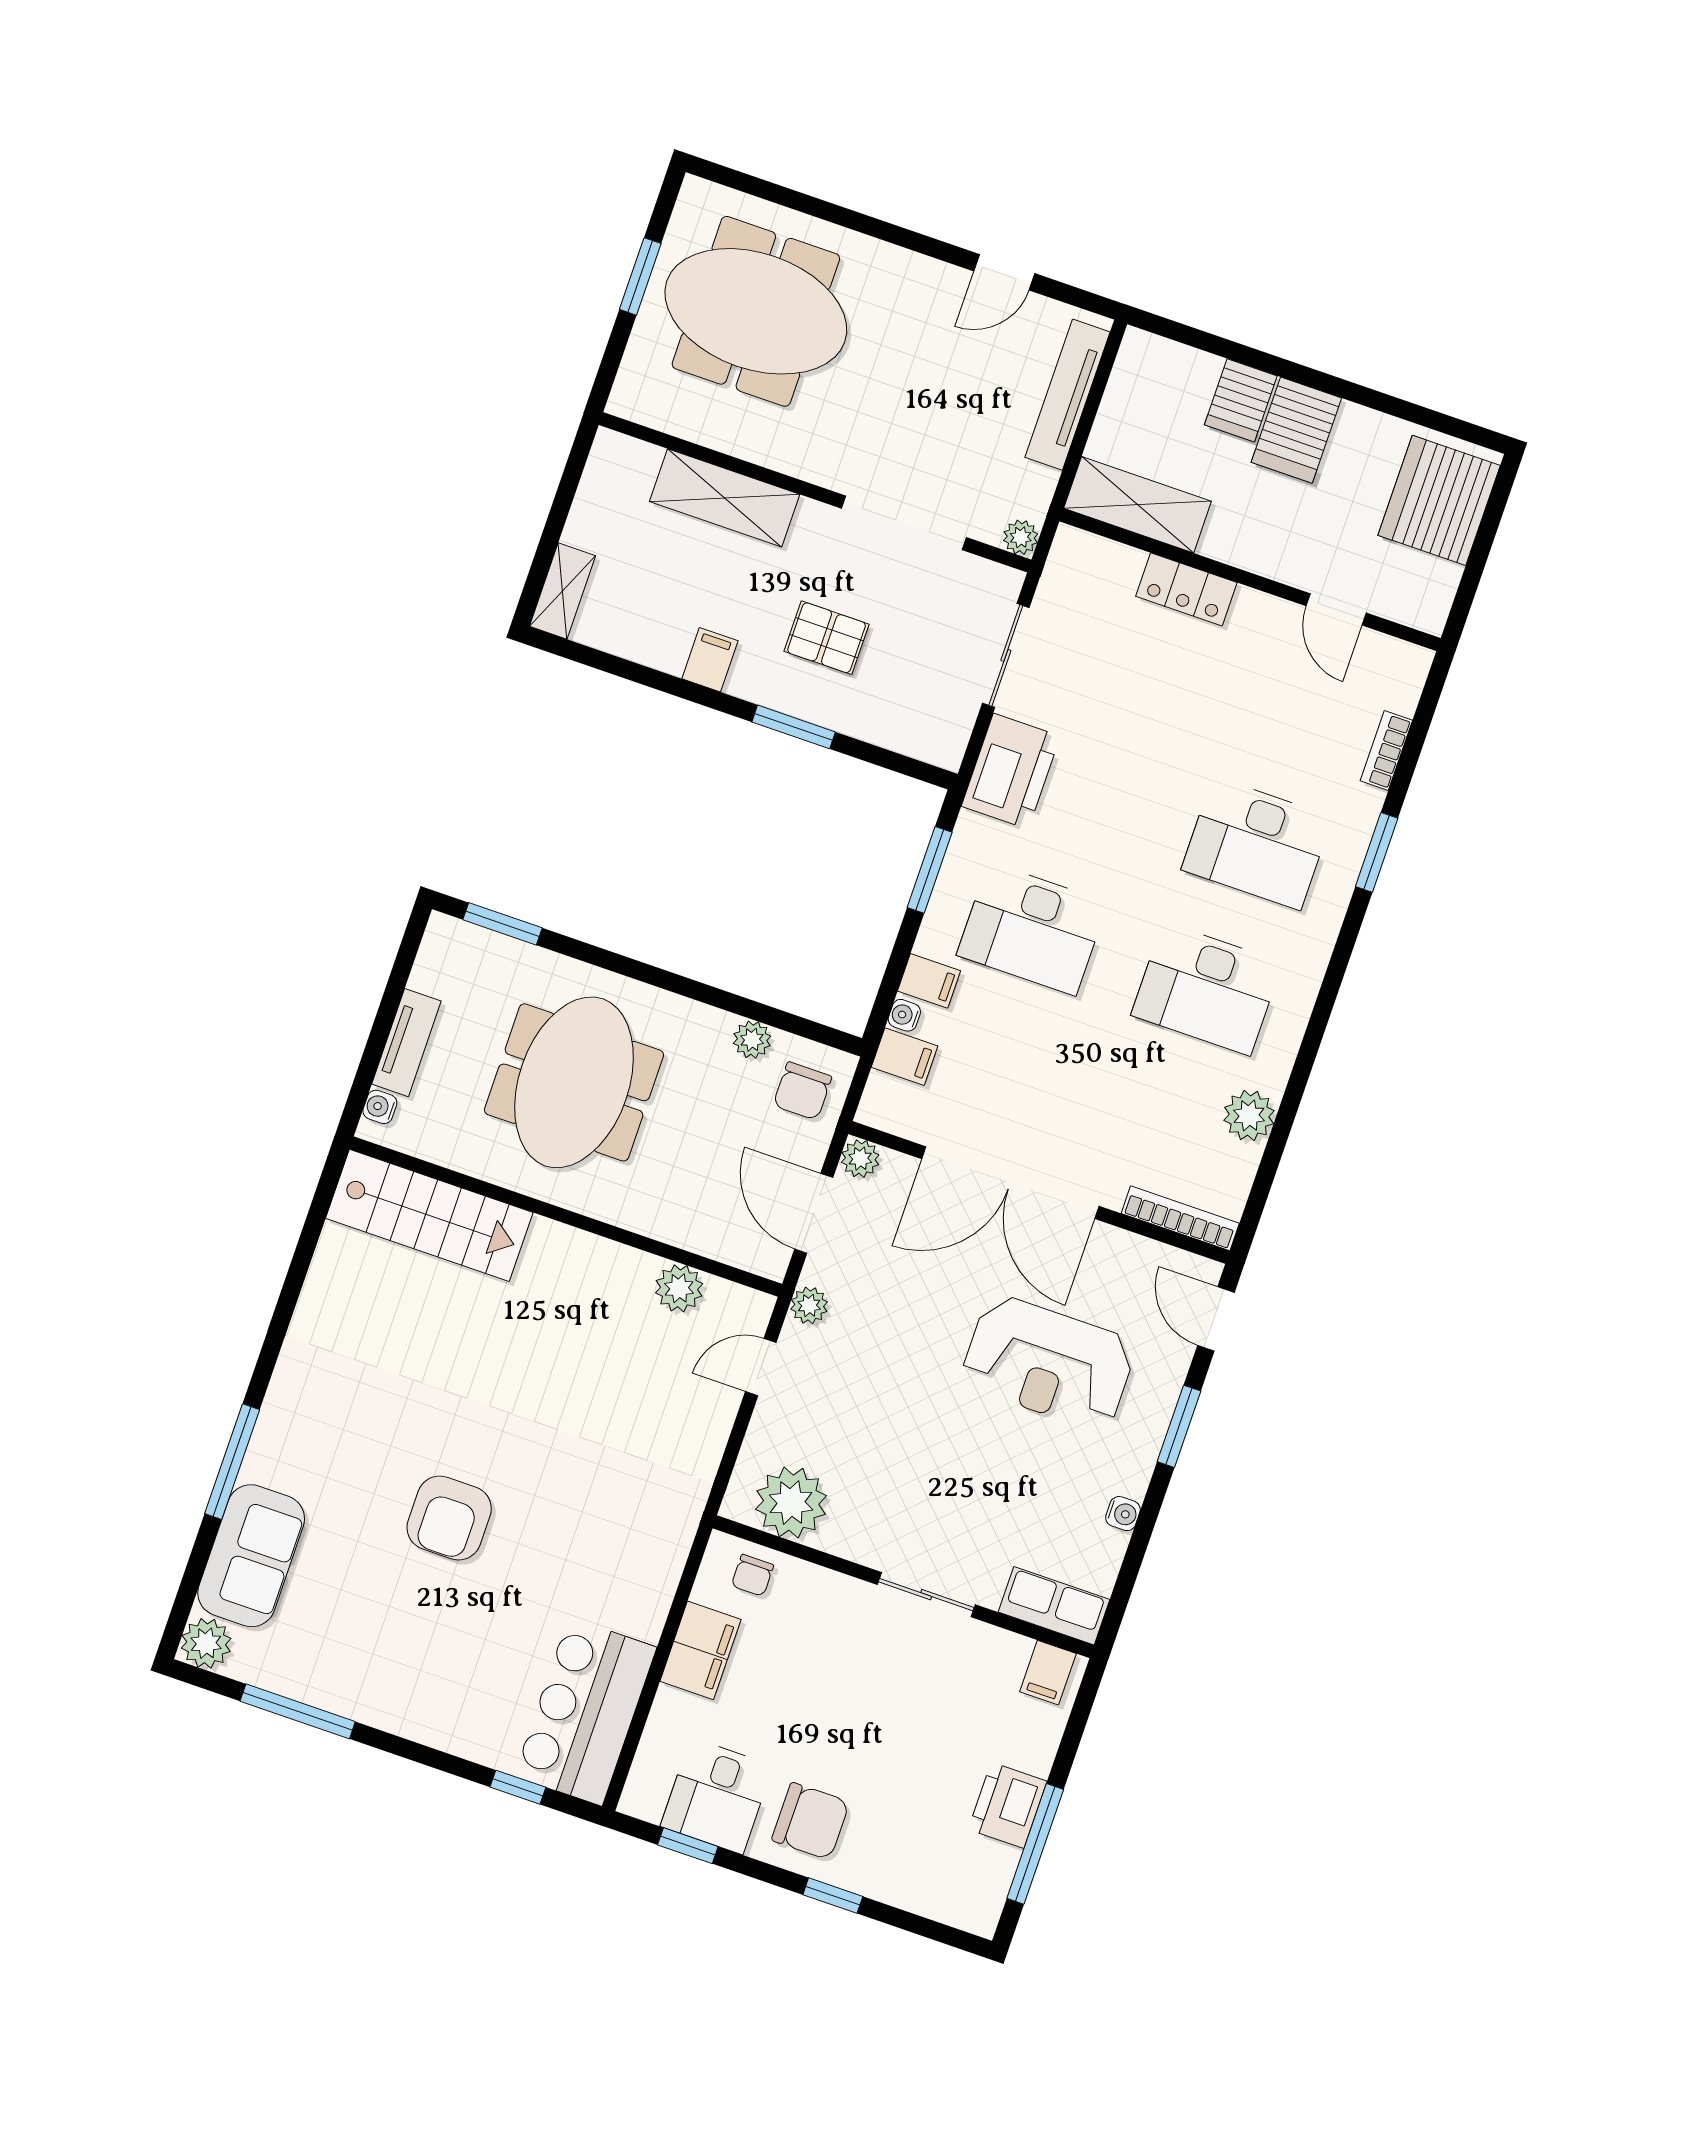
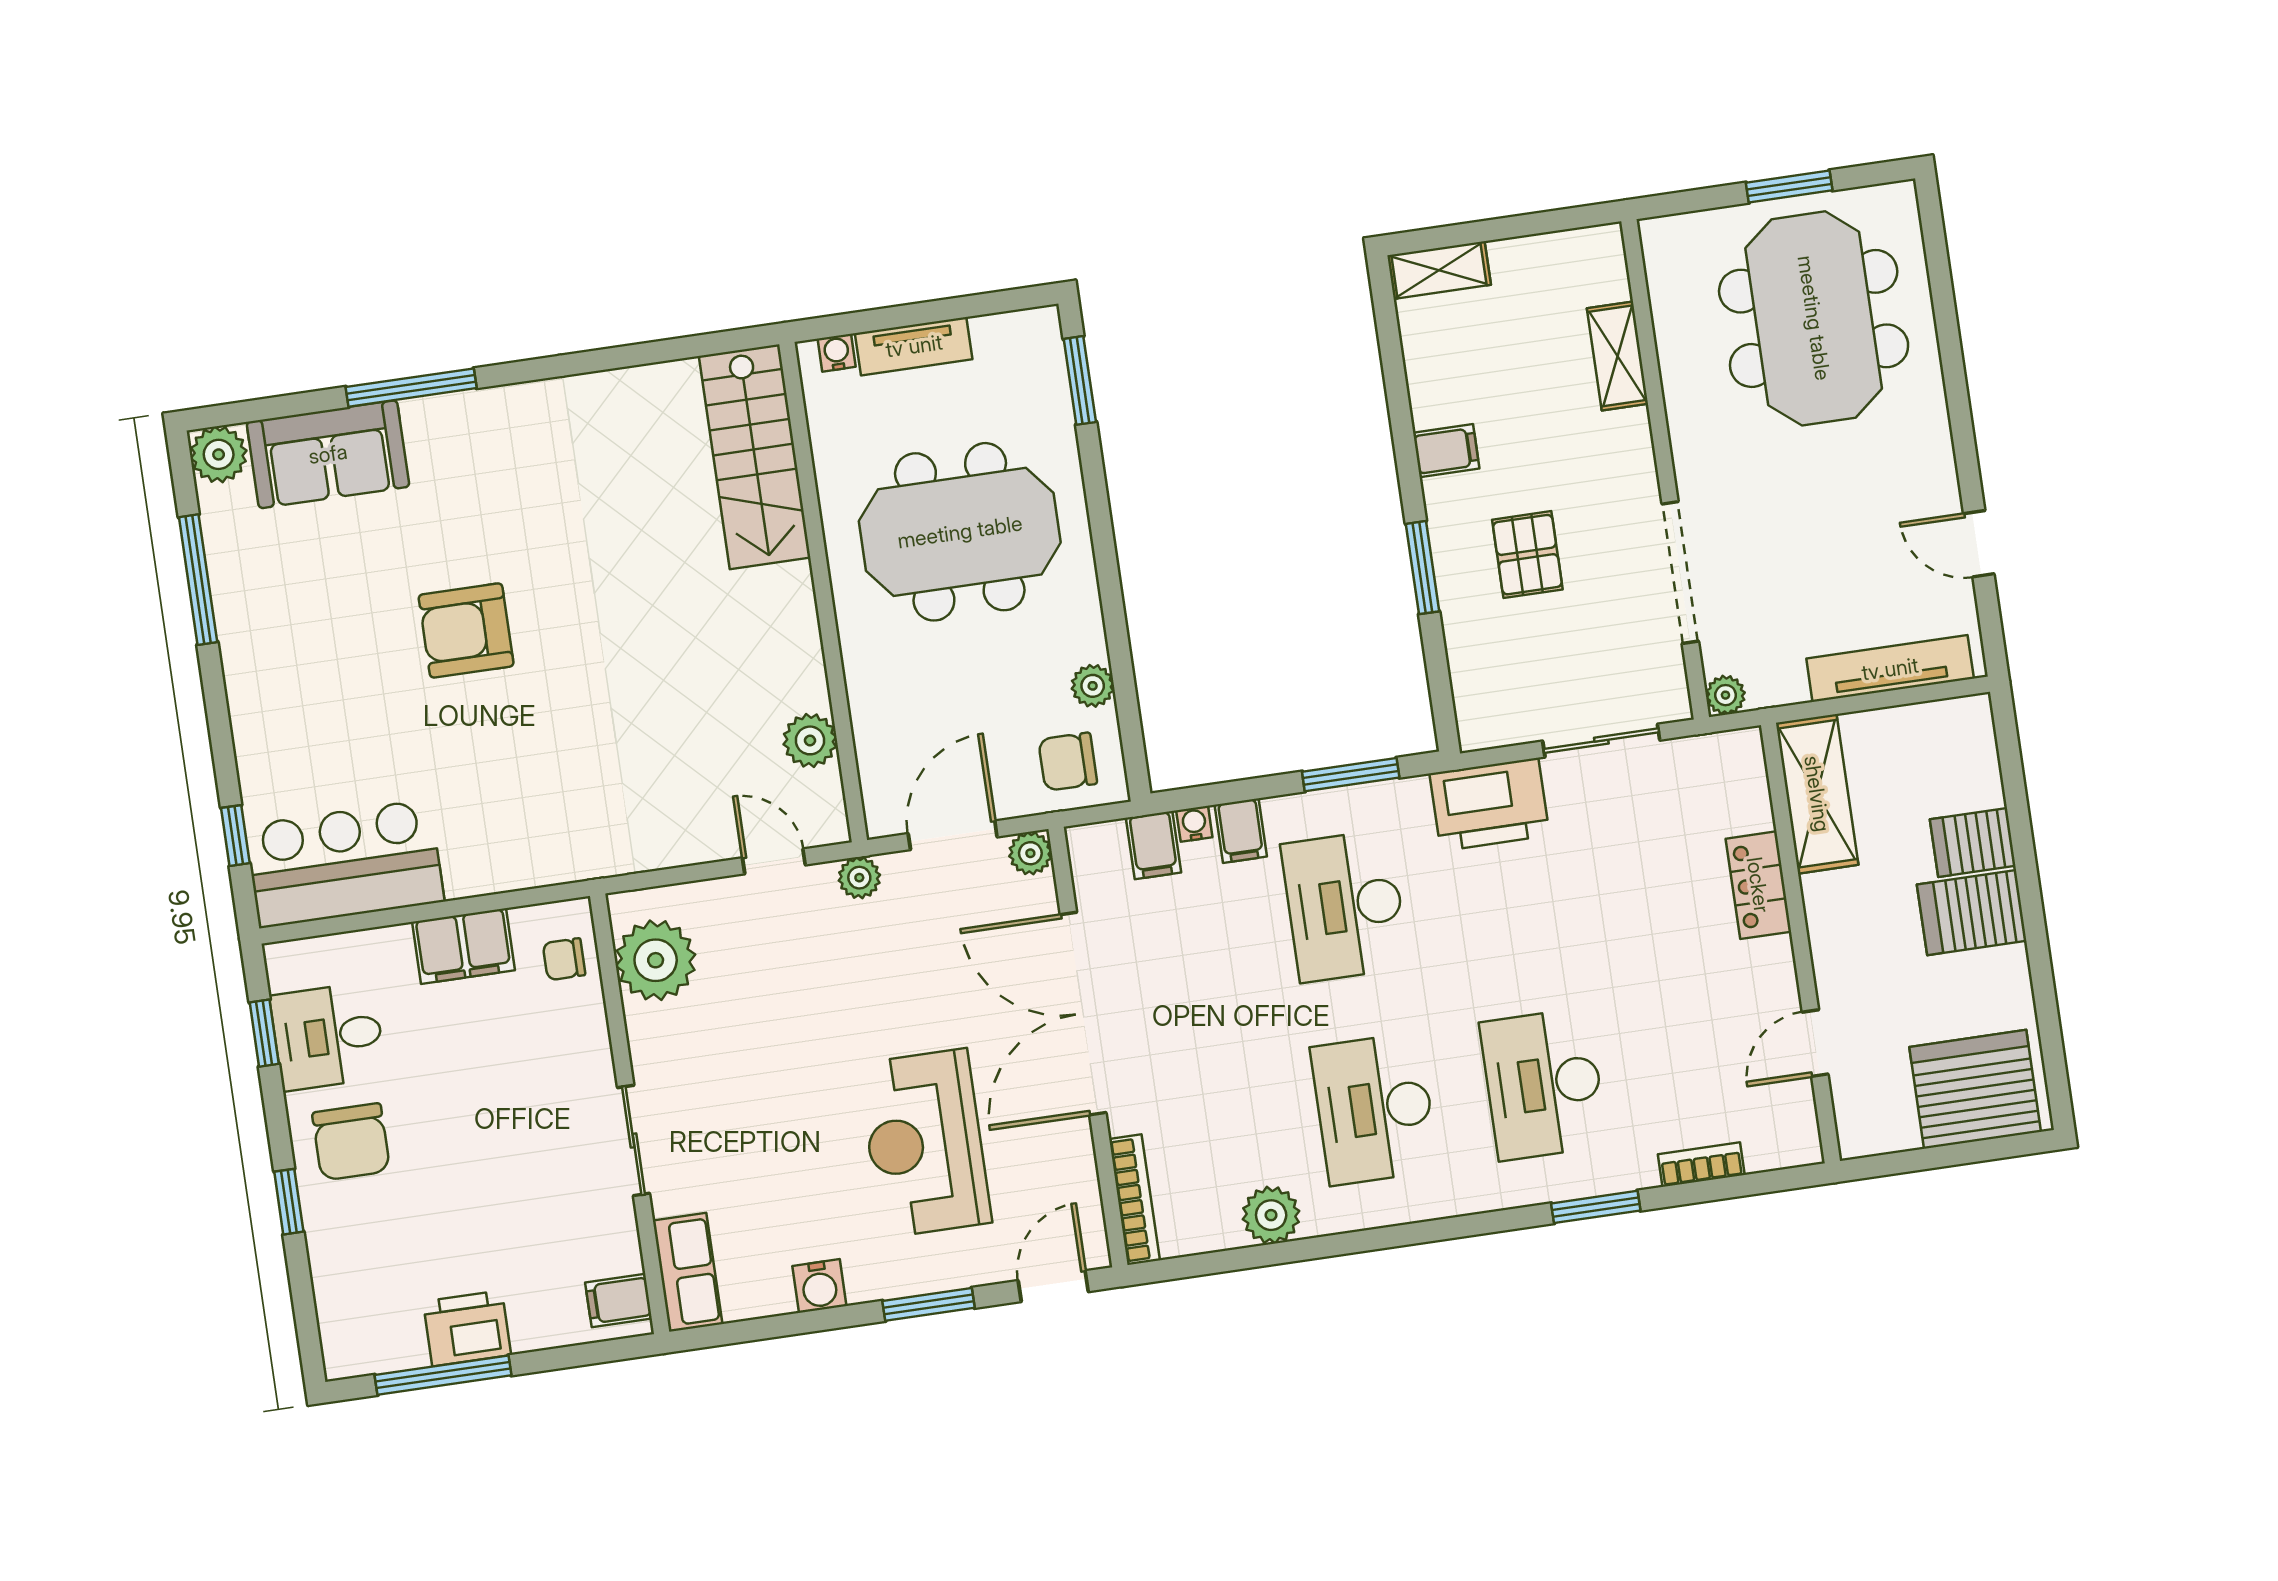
shelving: (725, 498) -> (1617, 356), width x0.67, depth x0.75
water cooler: (1123, 1514) -> (819, 1286), width x1.38, depth x1.38

